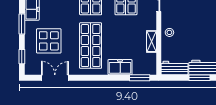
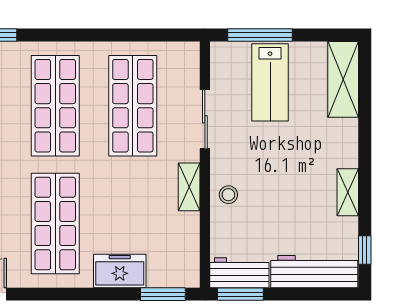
shelving: (152, 41) -> (189, 187), moved
window: (199, 78) -> (240, 294), moved

